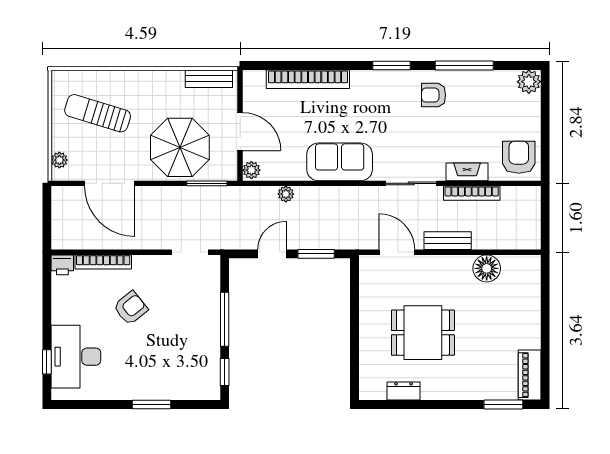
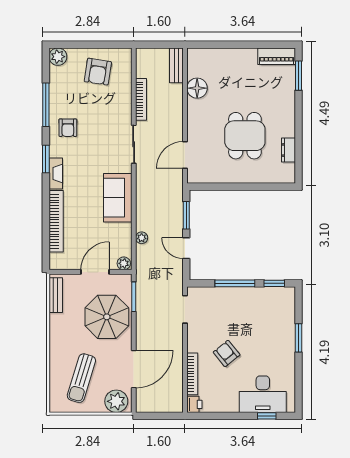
armchair: (519, 157) -> (98, 72), moved, turned -81
plant: (59, 160) -> (116, 401), width x1.87, depth x1.87
fireplace: (467, 172) -> (56, 174), moved, turned 180
bench: (448, 241) -> (176, 65), moved

